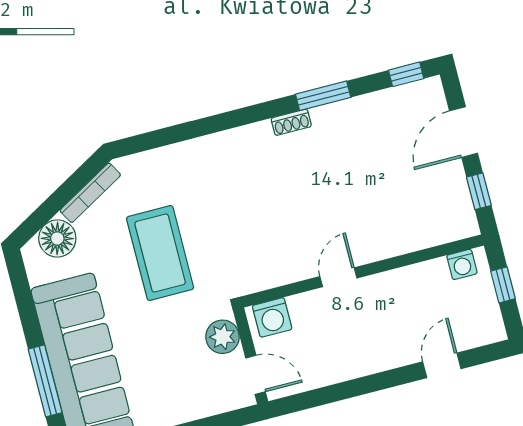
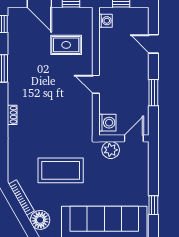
shoe rack: (291, 122) -> (12, 115), moved
rug: (398, 203) -> (66, 45), added
window: (351, 389) -> (153, 93), added

